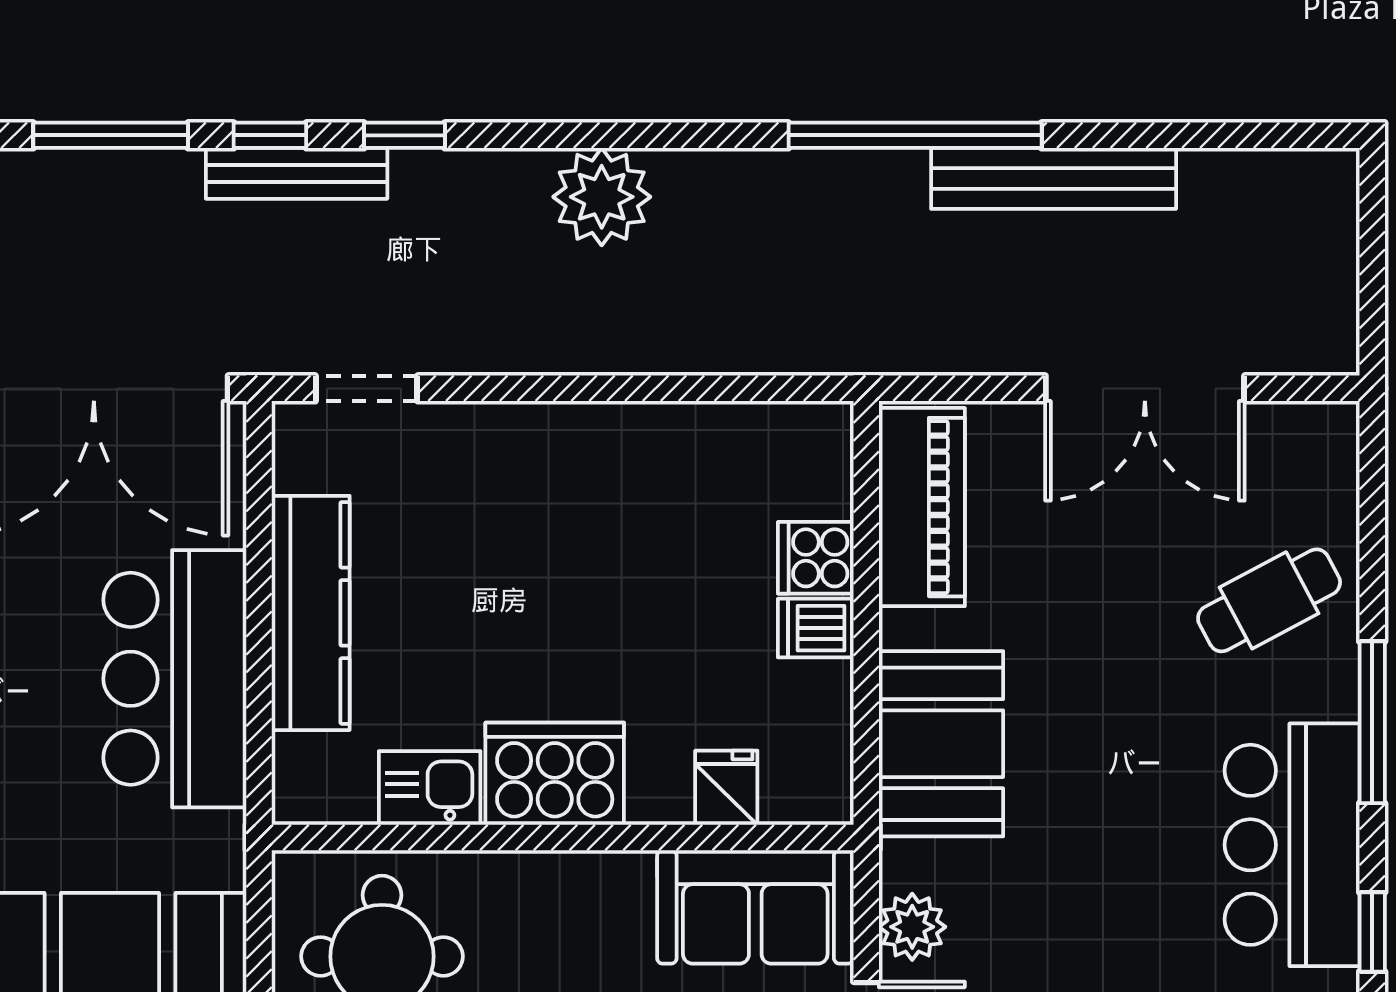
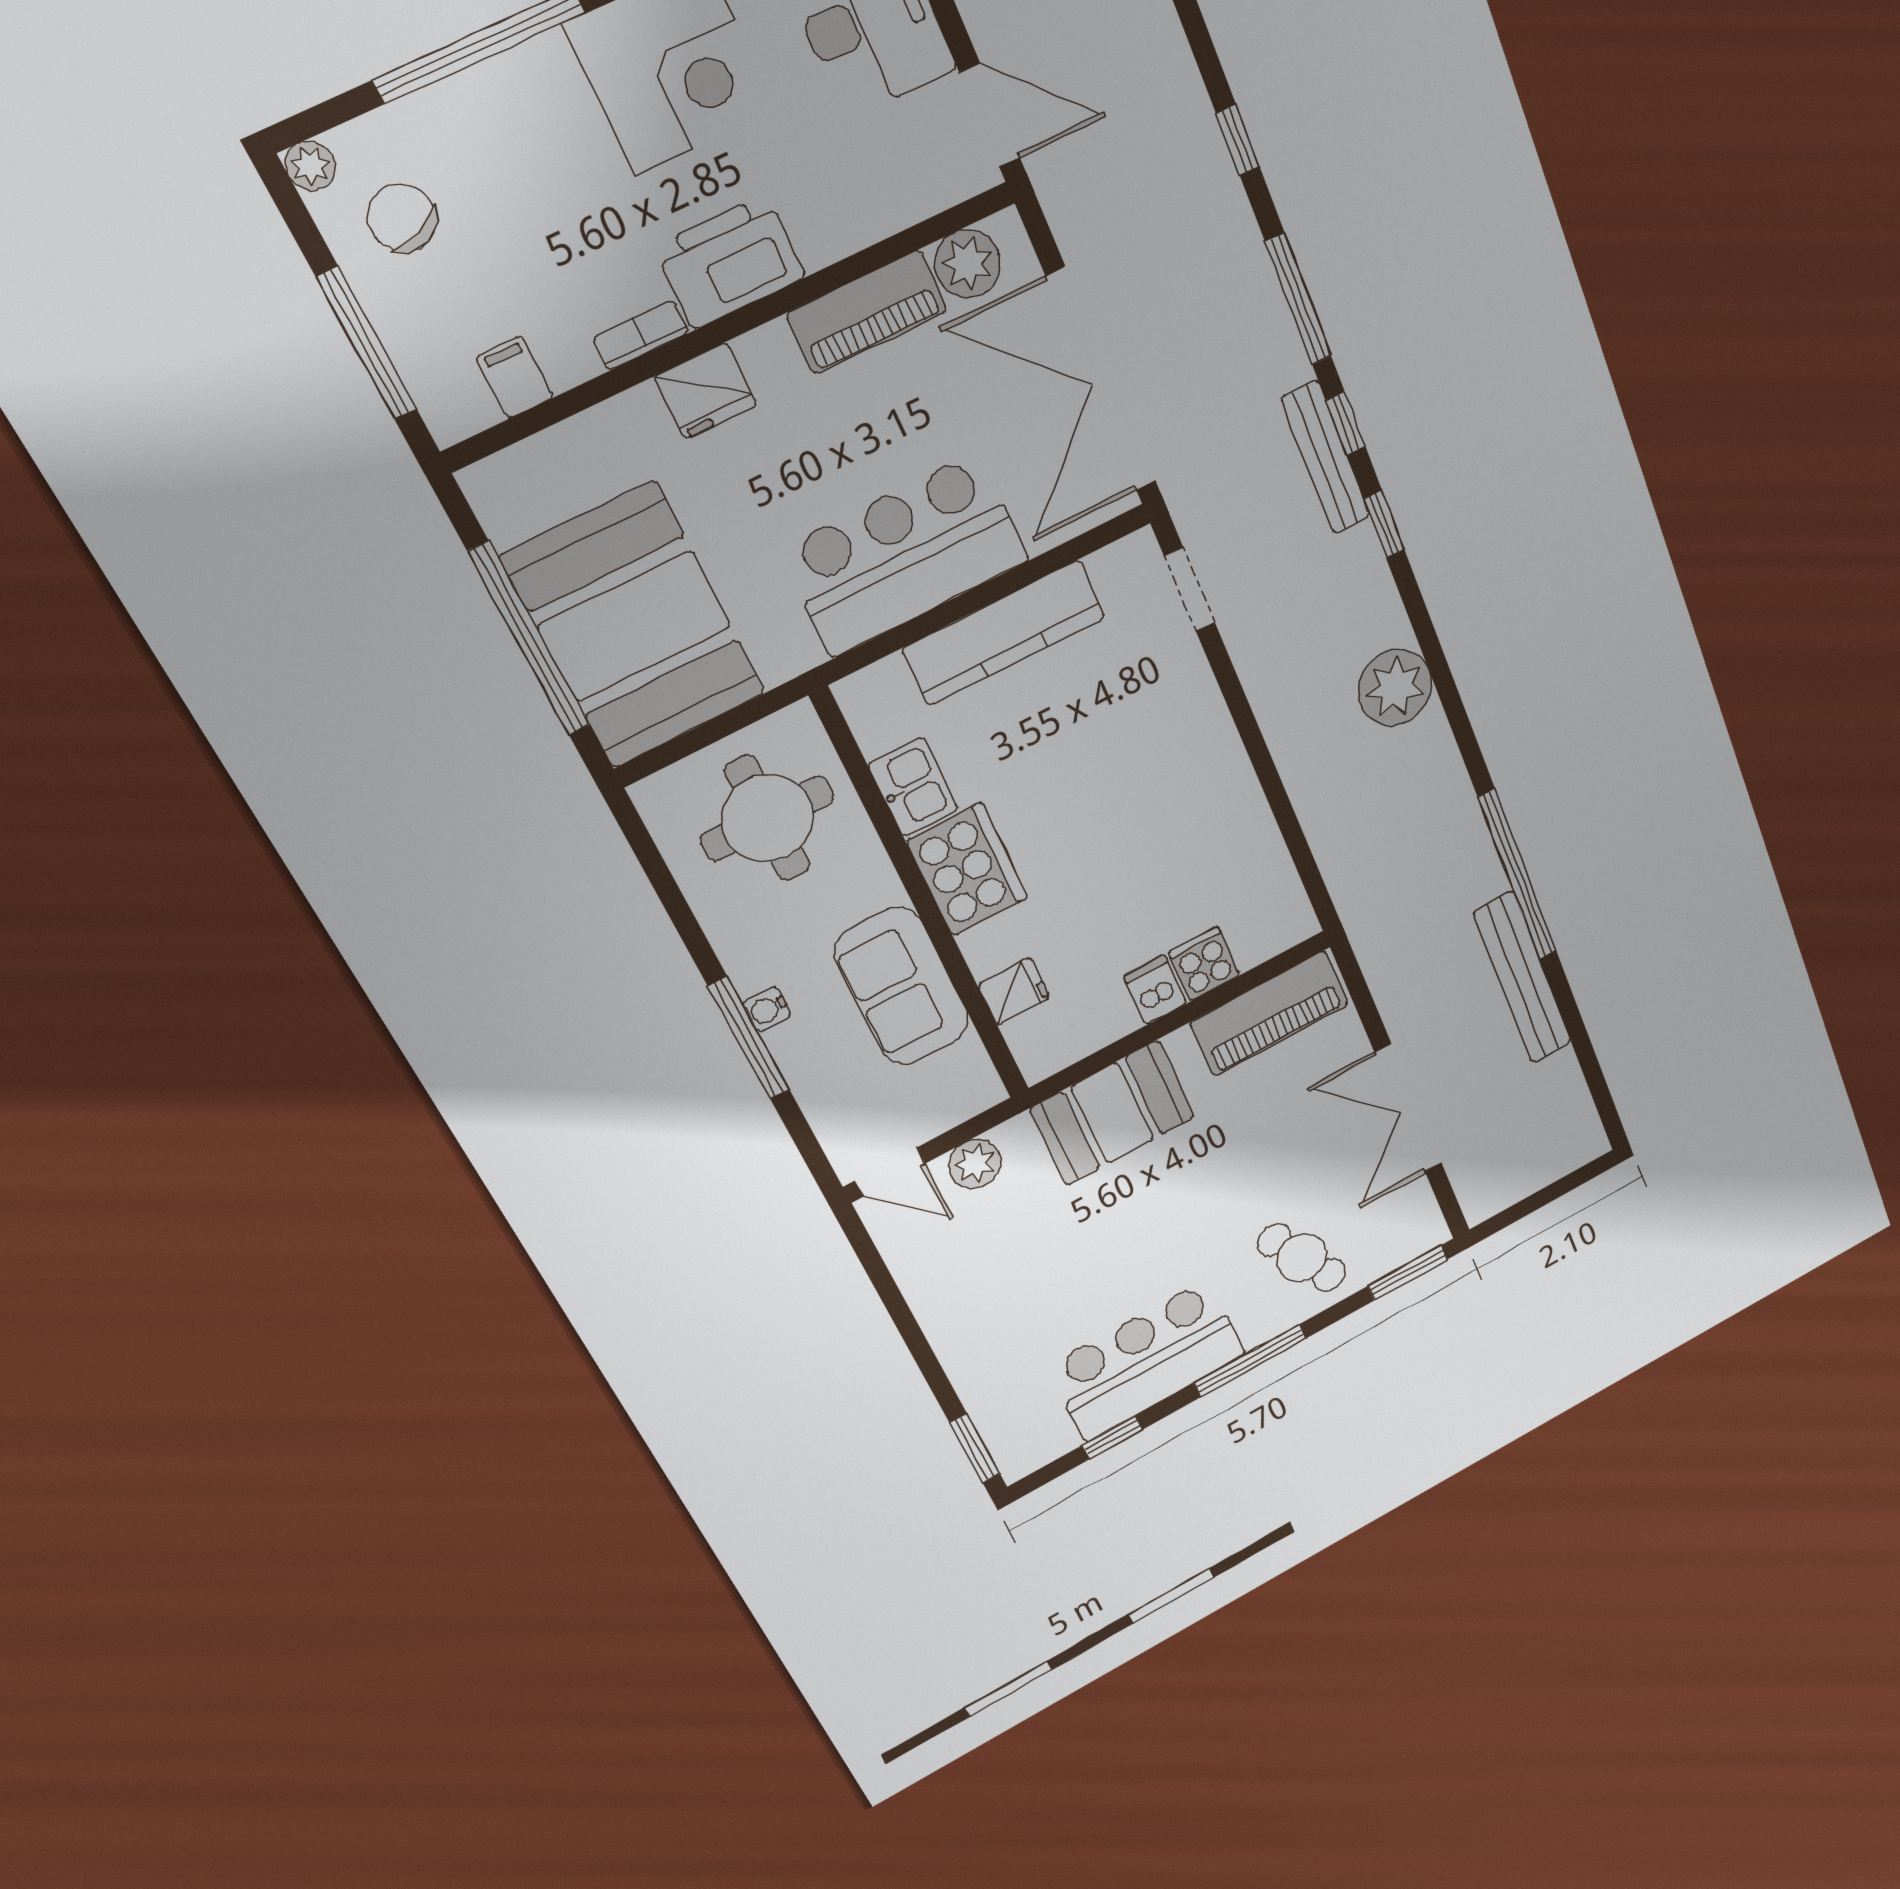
window: (1372, 477) -> (1408, 1273), added
sofa: (755, 907) -> (902, 986), moved

